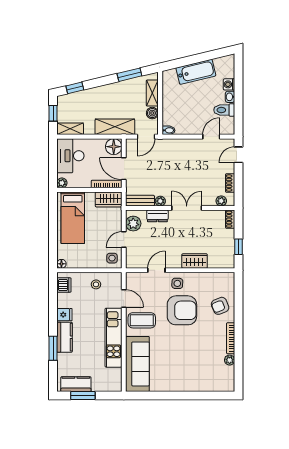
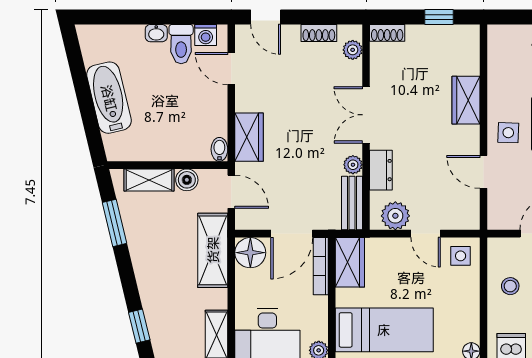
washing machine: (229, 84) -> (206, 35), moved
wardrobe: (175, 146) -> (249, 137), added

